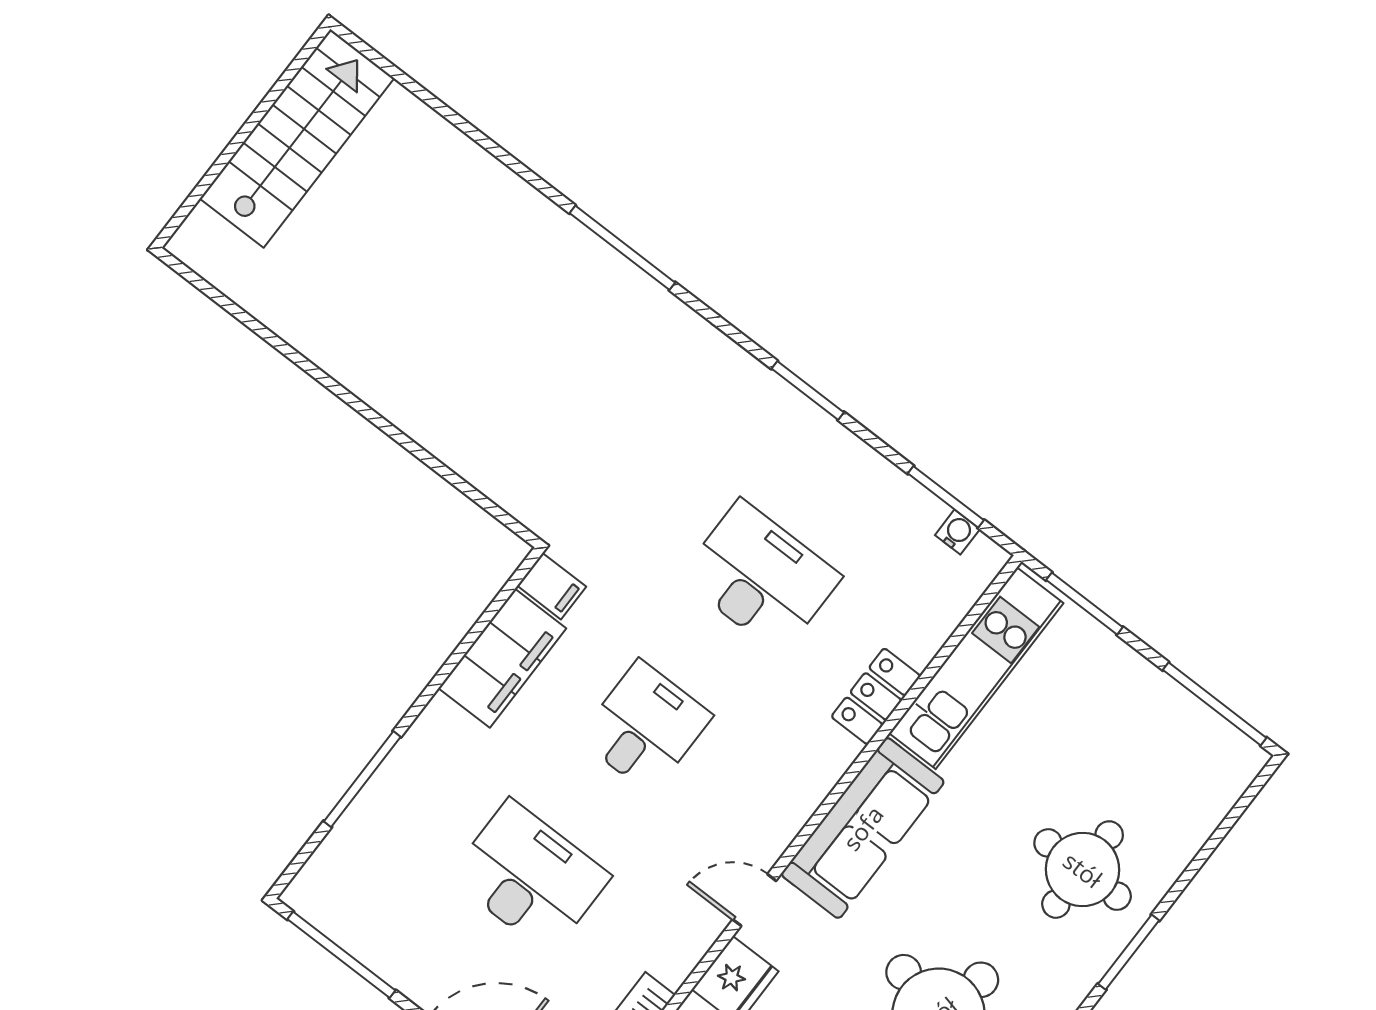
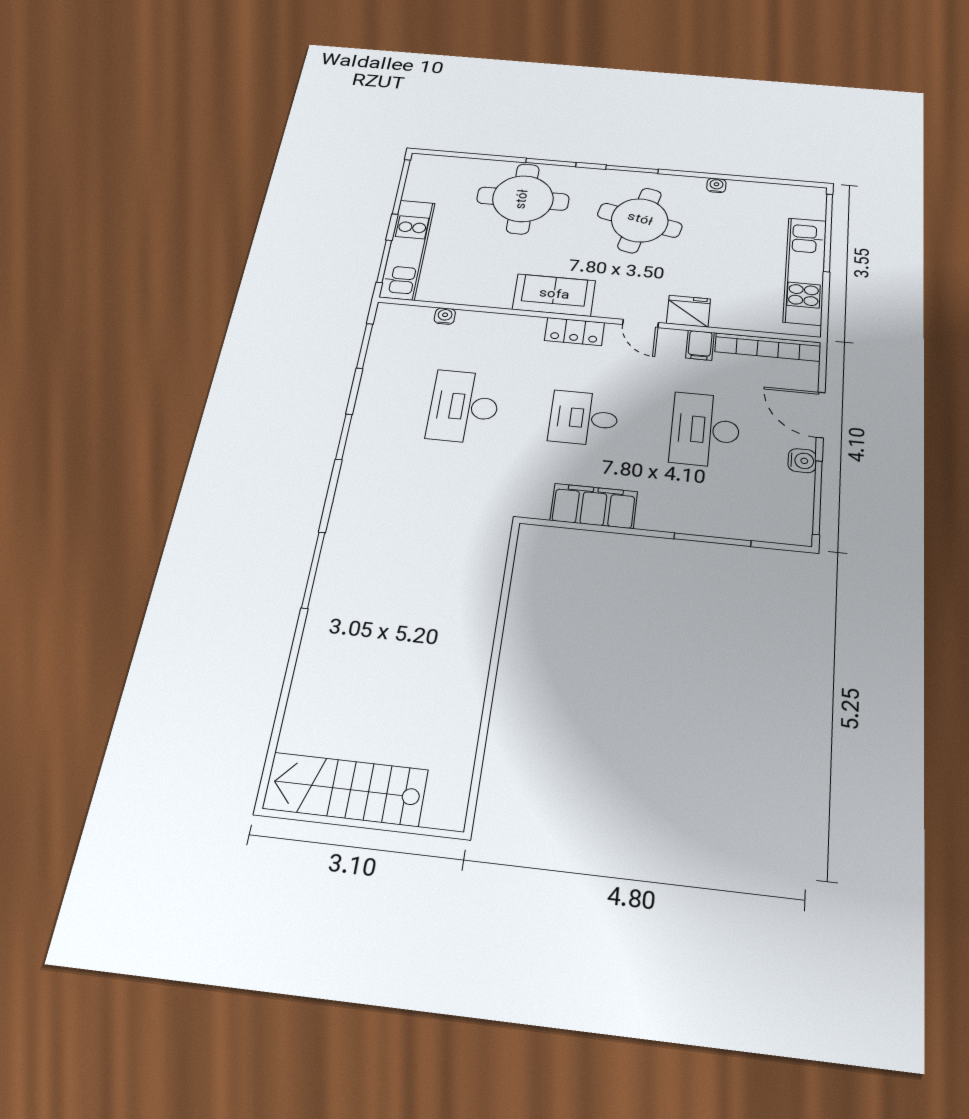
water cooler: (957, 532) -> (445, 316), moved, turned 90
filing cabinet: (552, 586) -> (700, 345), moved, turned 180
kitchen unit: (976, 668) -> (407, 249), moved, turned 90
locker: (876, 696) -> (574, 332), moved
sofa: (863, 828) -> (554, 295), width x0.73
round table: (1083, 870) -> (523, 199), width x1.36, depth x1.36
water cooler: (406, 973) -> (802, 461), added

